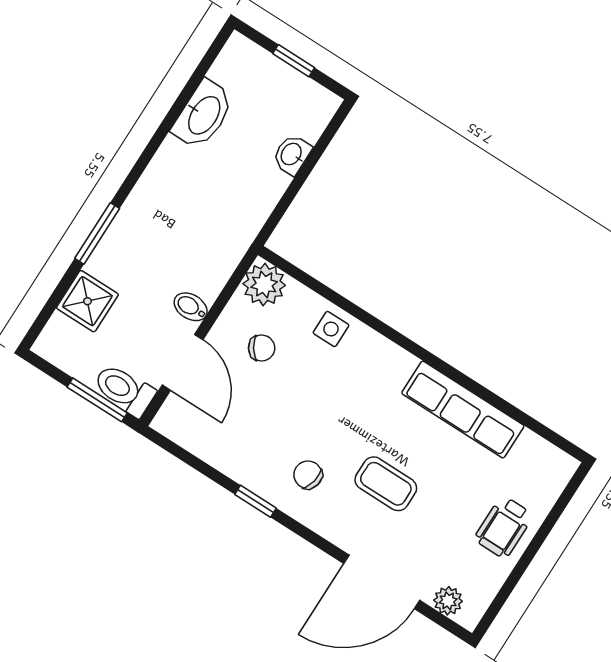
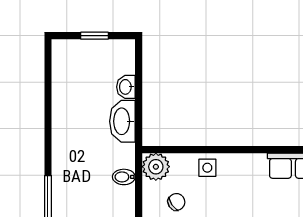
washbasin: (203, 115) -> (122, 121), moved, turned 180
bidet: (191, 307) -> (124, 177), moved

